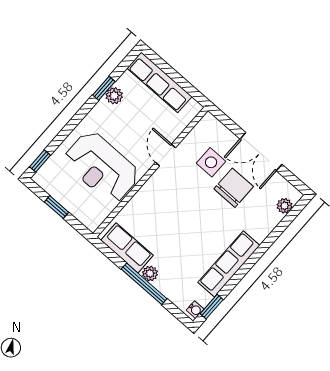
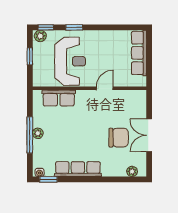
window: (104, 88) -> (74, 27), moved
plant: (114, 96) -> (40, 36), moved
side table: (211, 162) -> (121, 115), removed
reception desk: (101, 167) -> (70, 61), turned 180
row of seats: (127, 248) -> (59, 98), moved, turned 90

